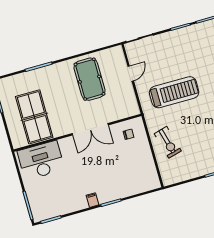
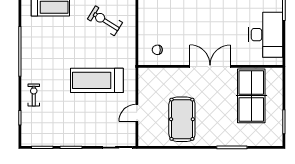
double door: (90, 129) -> (210, 66), moved
exercise bike: (168, 142) -> (105, 21), moved, turned -43
desk: (41, 160) -> (266, 35), moved, turned -90

